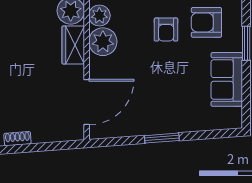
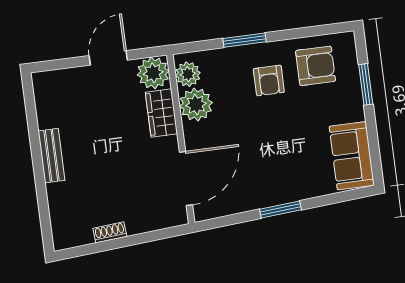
armchair: (206, 22) -> (316, 66), turned 180
sofa: (227, 79) -> (352, 156), moved

